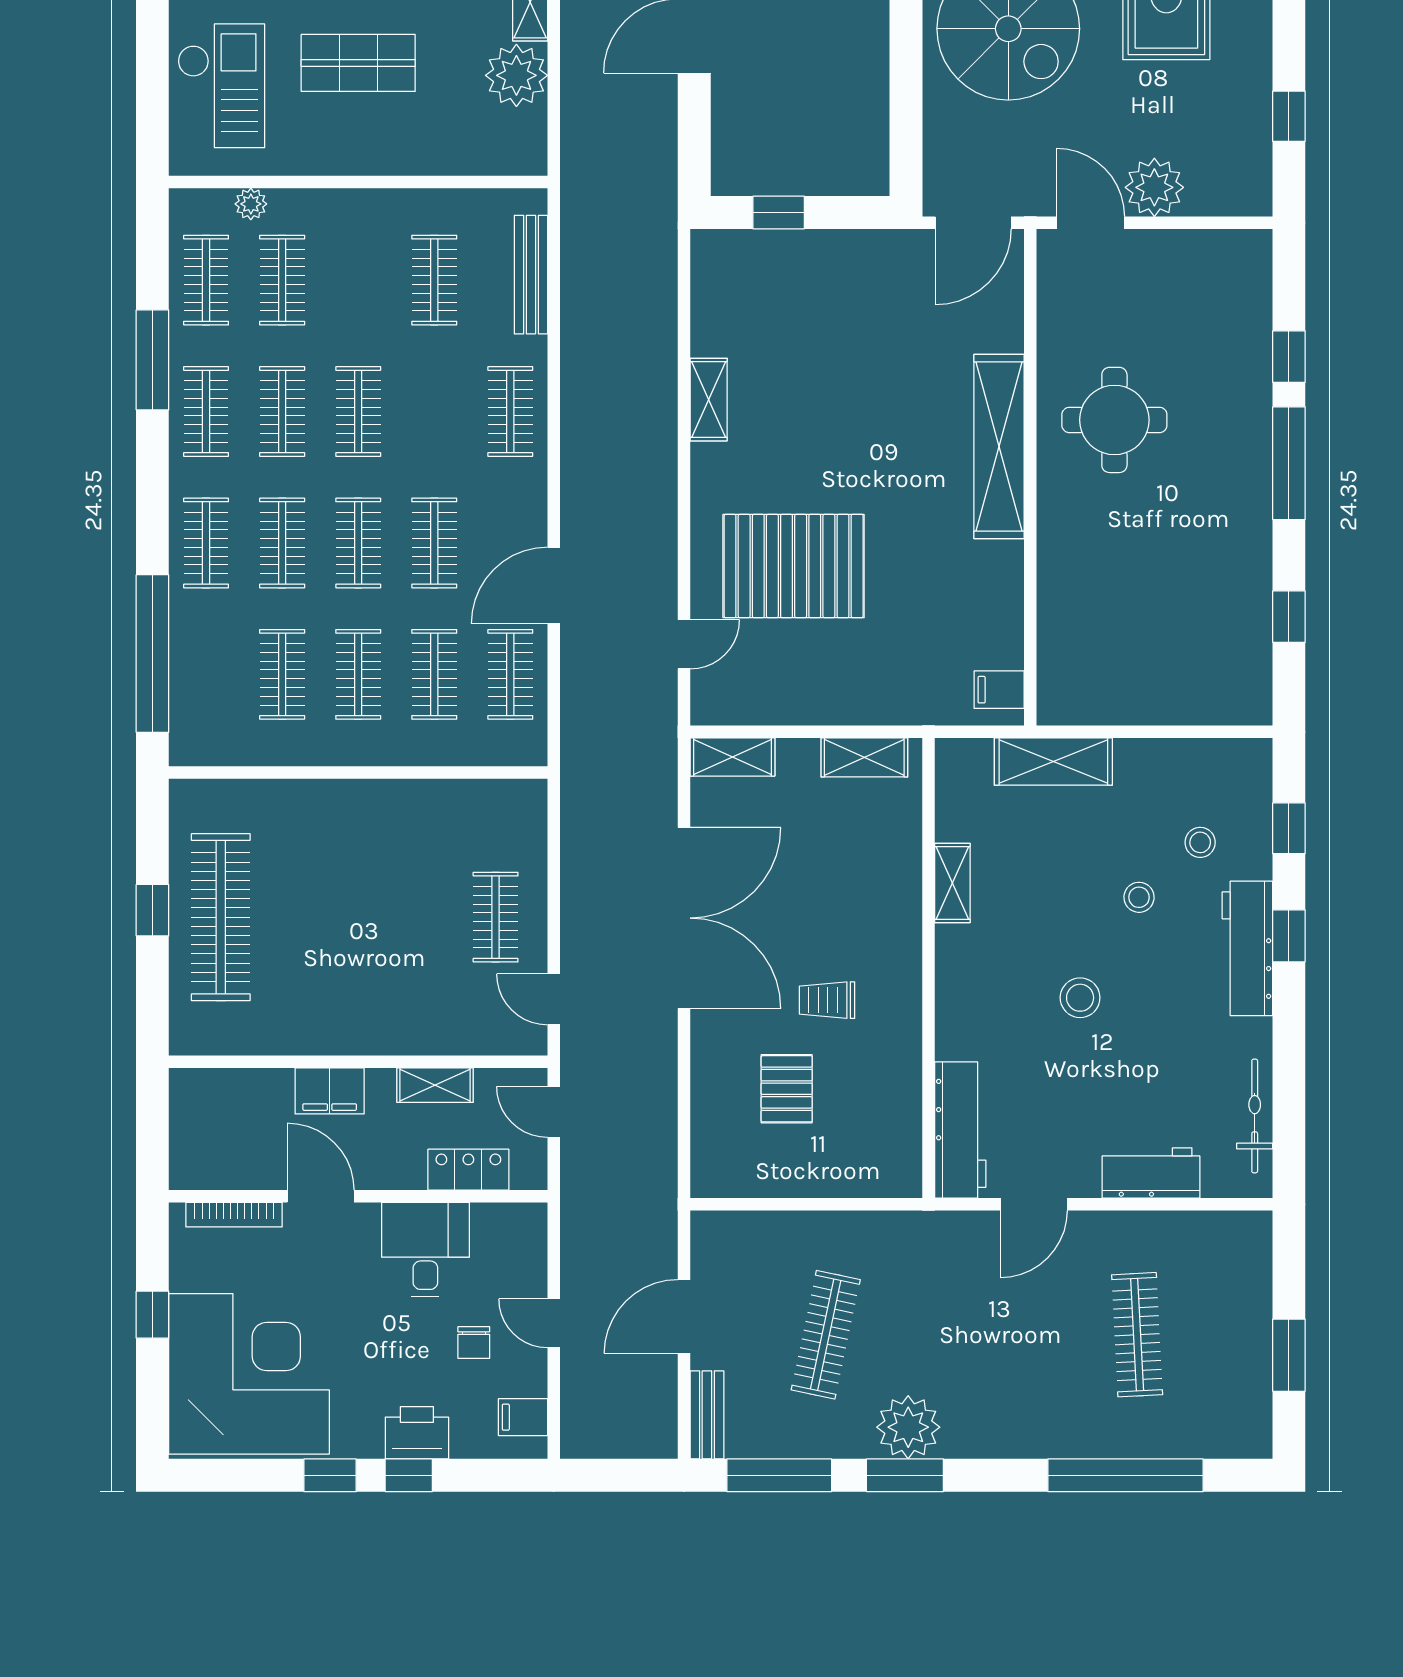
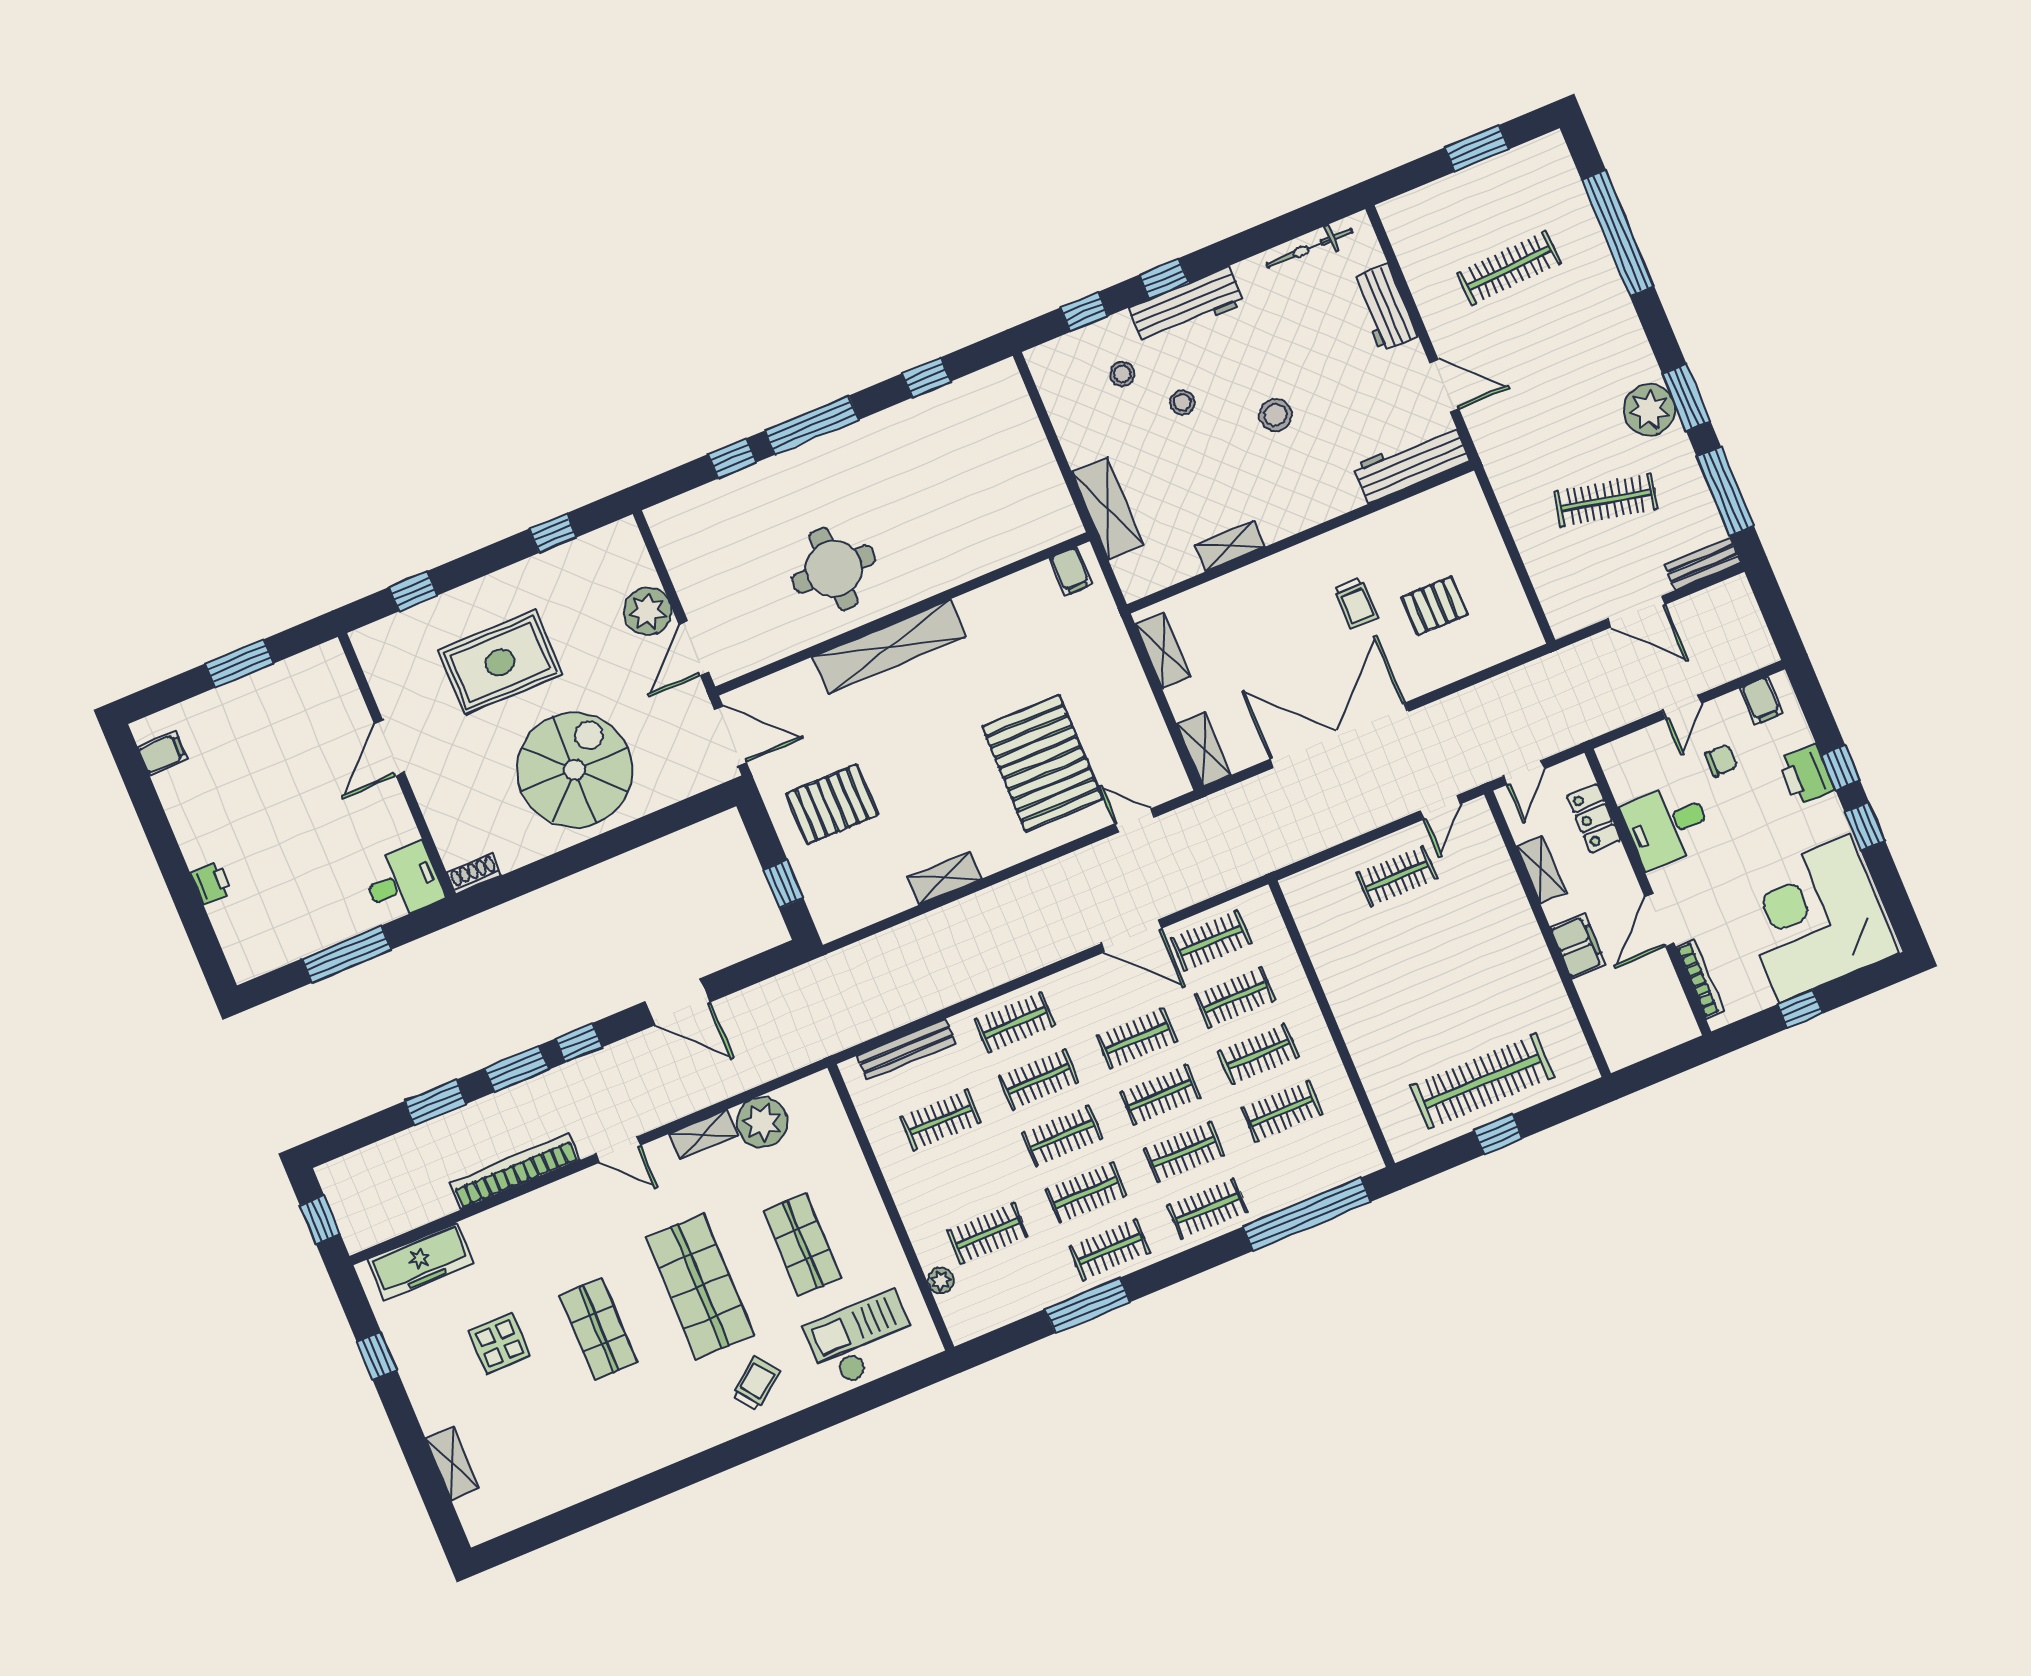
clothes rail: (206, 280) -> (1039, 1079), moved
pallet: (846, 306) -> (832, 804), added

